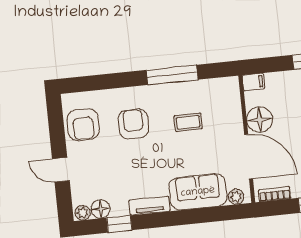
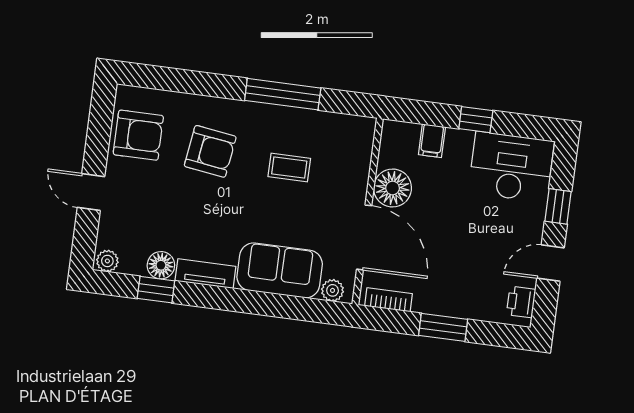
filing cabinet: (253, 82) -> (432, 141), moved, turned 90
armchair: (133, 124) -> (210, 151), turned 98
armchair: (83, 125) -> (138, 135), turned -90
floor lamp: (101, 209) -> (161, 265), moved

